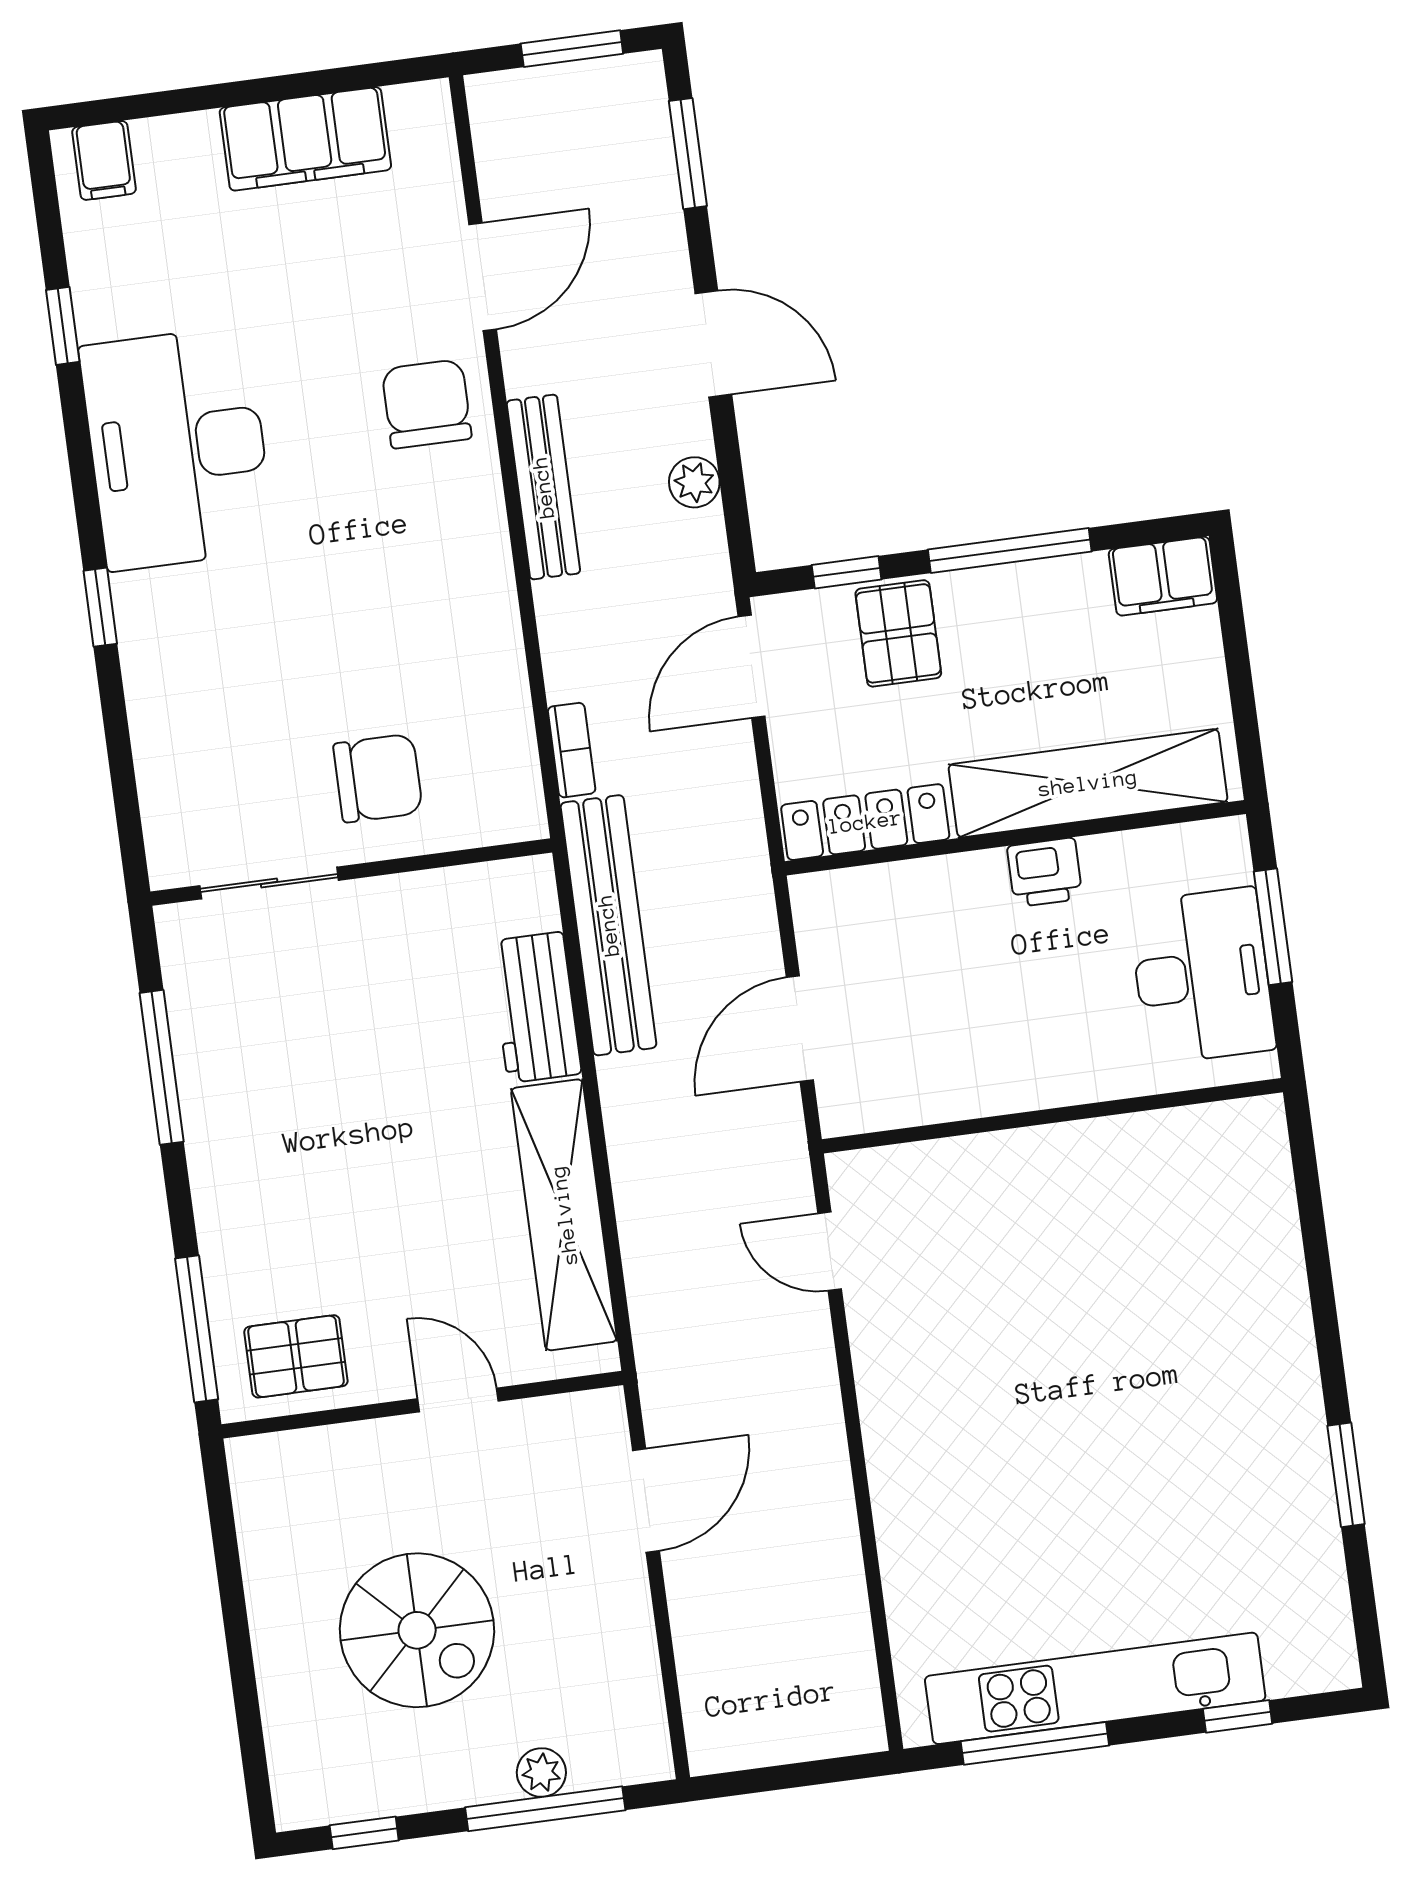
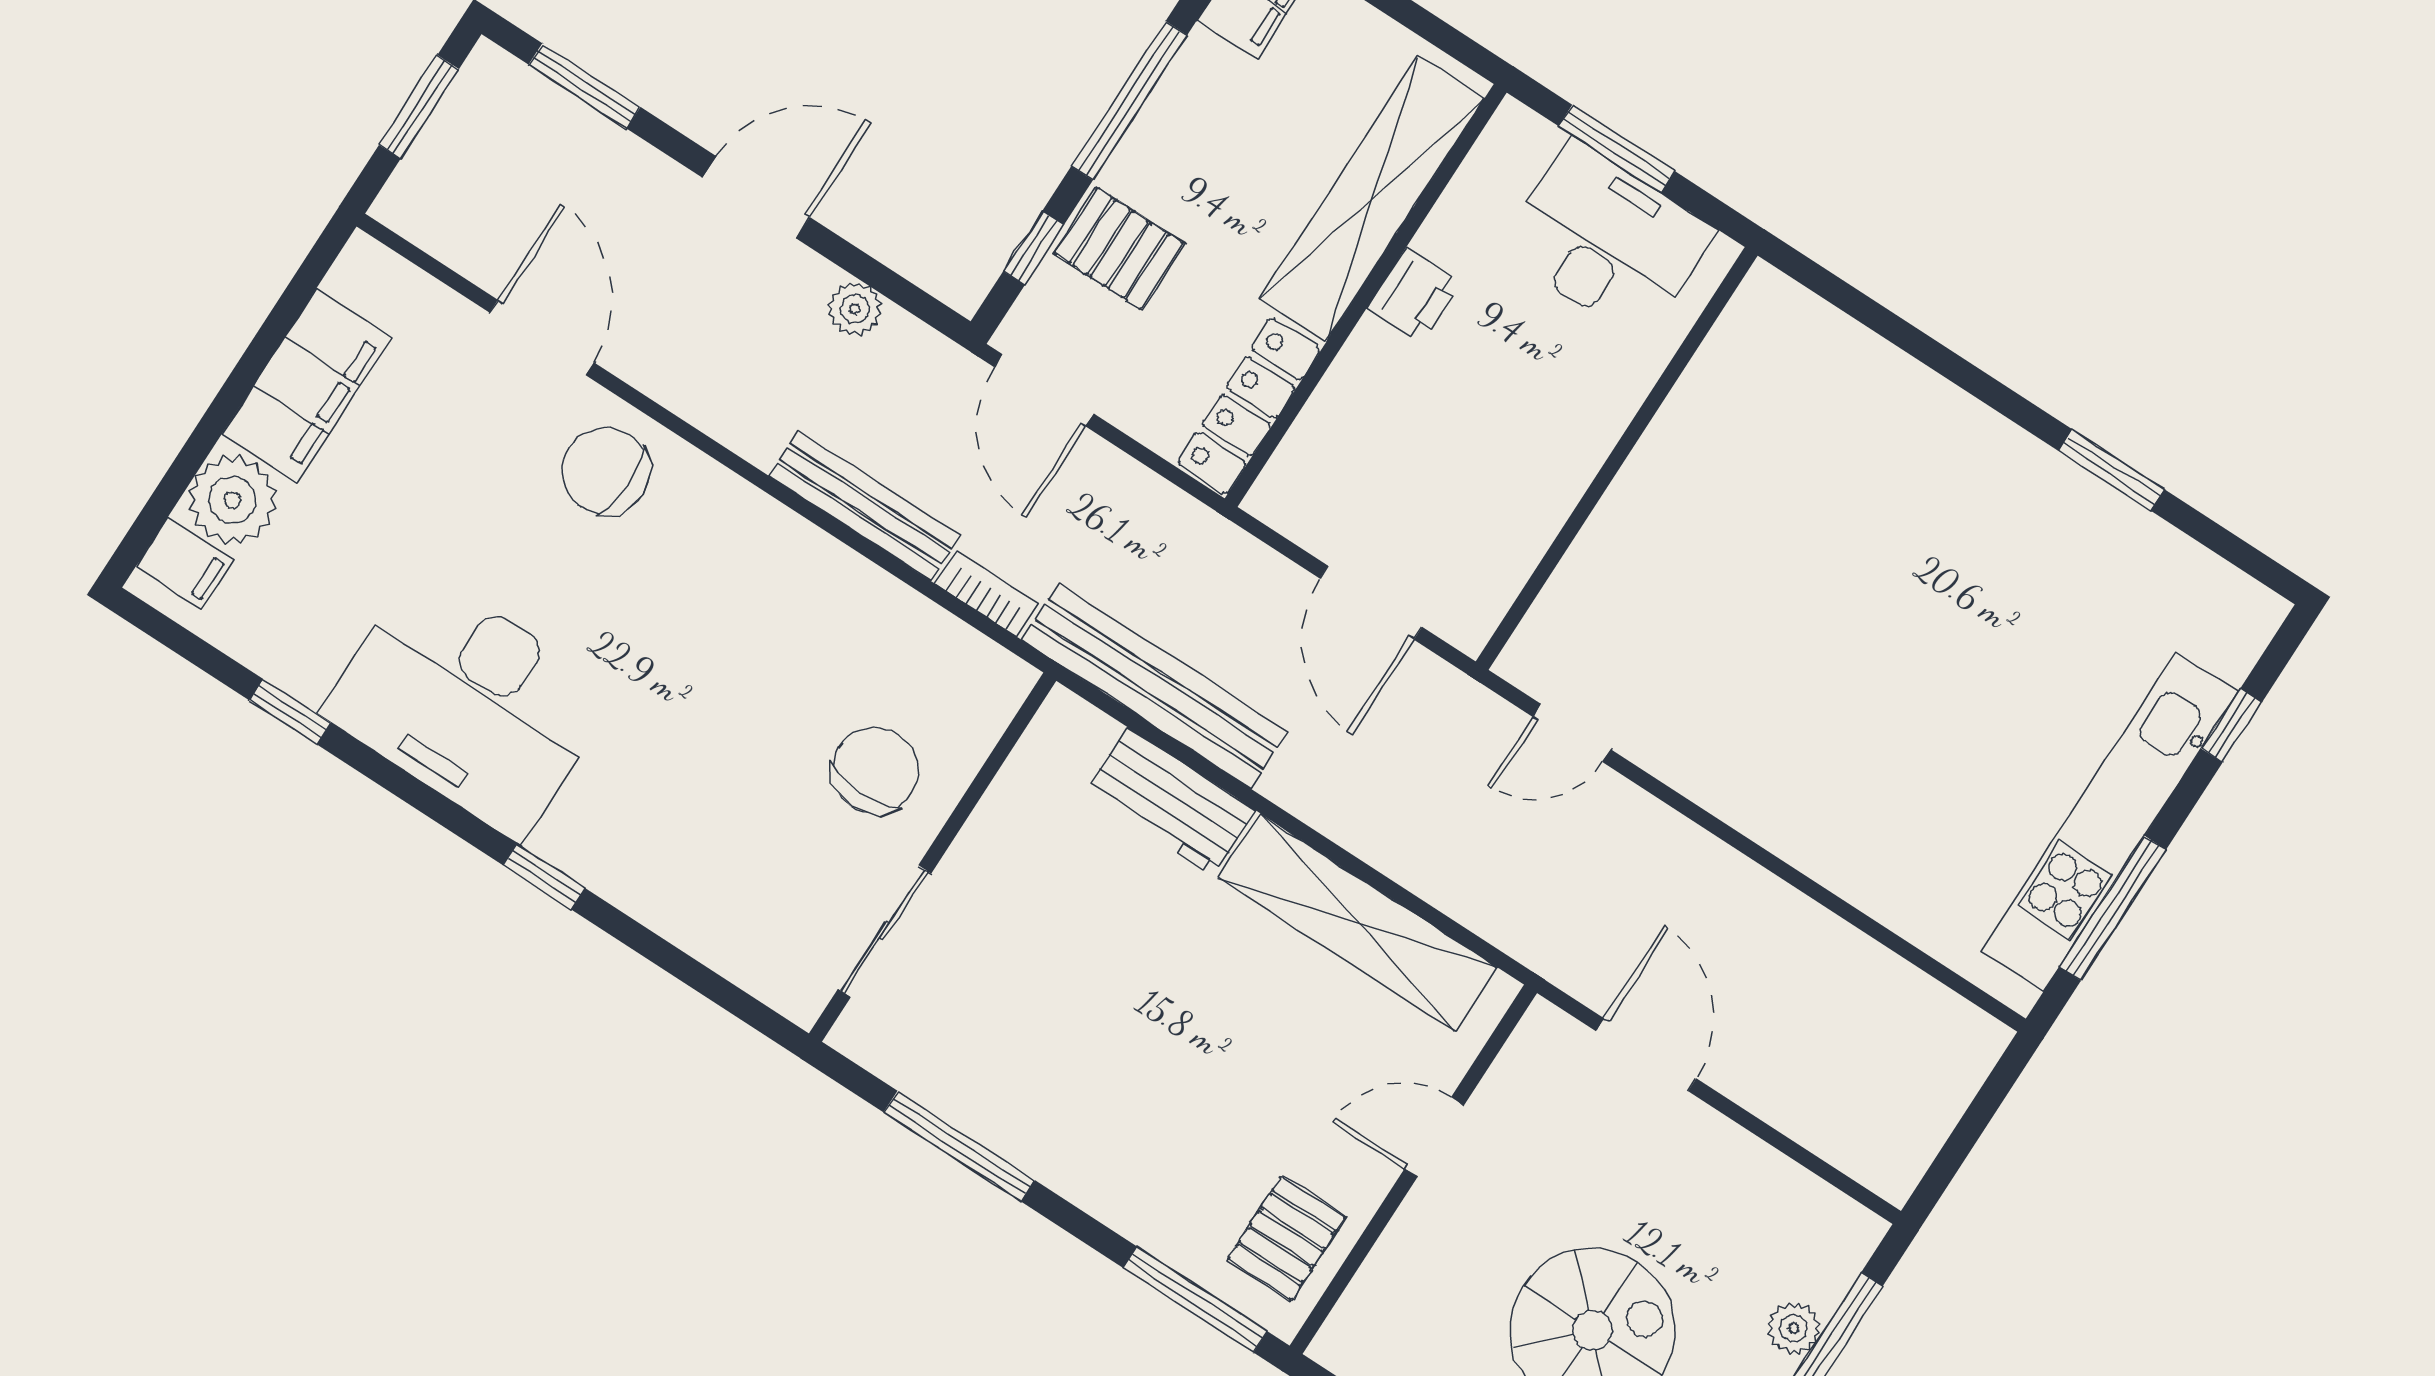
plant: (178, 156) -> (232, 500), added
bench: (543, 487) -> (865, 506), moved

